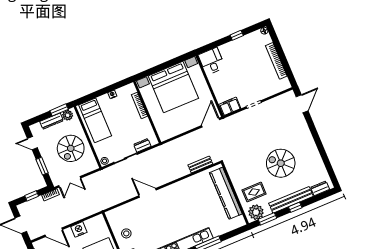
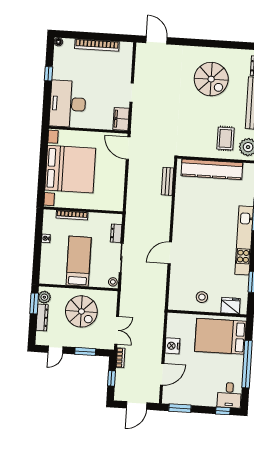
desk: (212, 61) -> (68, 104), width x1.87, depth x1.30
bed: (95, 120) -> (79, 261), moved, turned -90
spiral stairs: (281, 163) -> (211, 79), moved, turned -90

